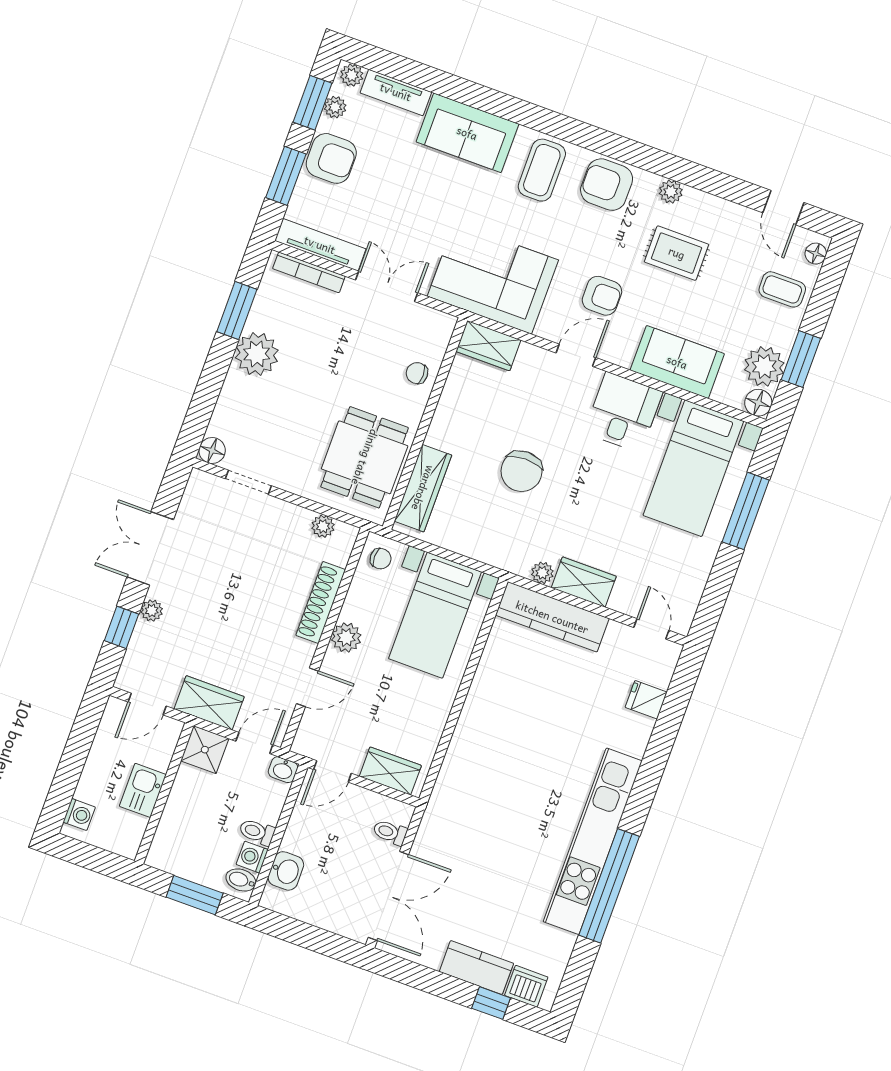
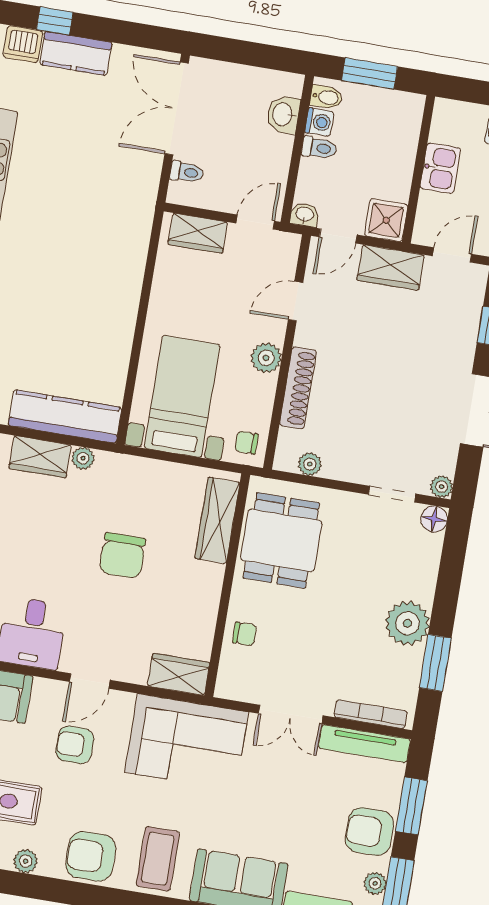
armchair: (607, 185) -> (91, 856), turned 180
chair: (522, 471) -> (122, 555), turned 180
plant: (152, 611) -> (442, 487), moved

